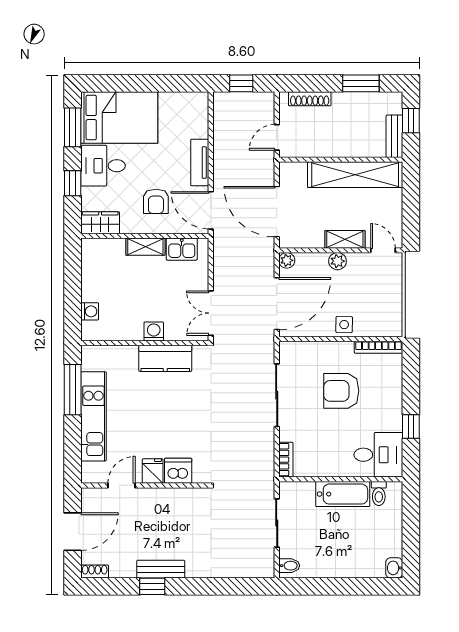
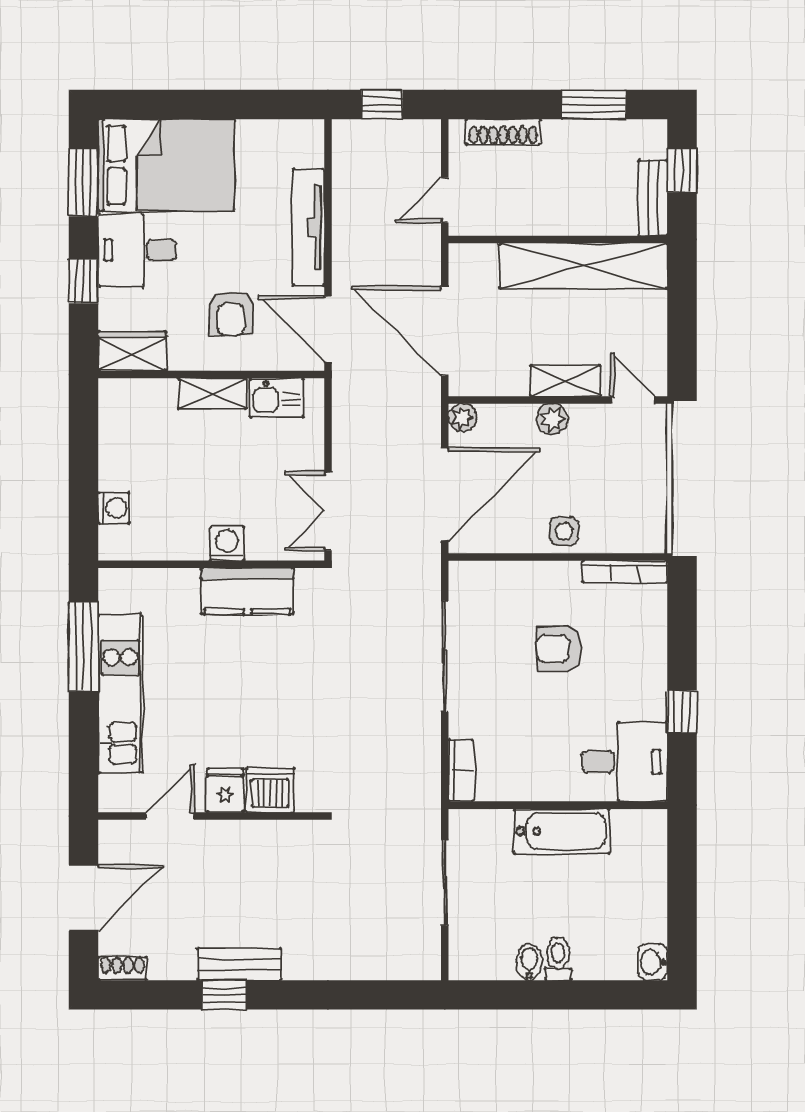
tv unit: (200, 163) -> (308, 228), width x1.41
armchair: (341, 391) -> (559, 649), width x0.72, depth x0.72
toilet: (379, 493) -> (558, 959), moved, turned 180
bidet: (289, 566) -> (529, 962), moved, turned -90

